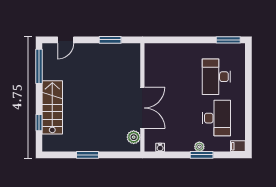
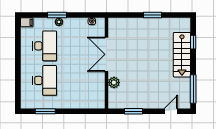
window: (228, 40) -> (45, 111), moved
desk: (216, 118) -> (45, 46), turned 180
plant: (134, 137) -> (114, 83), moved

